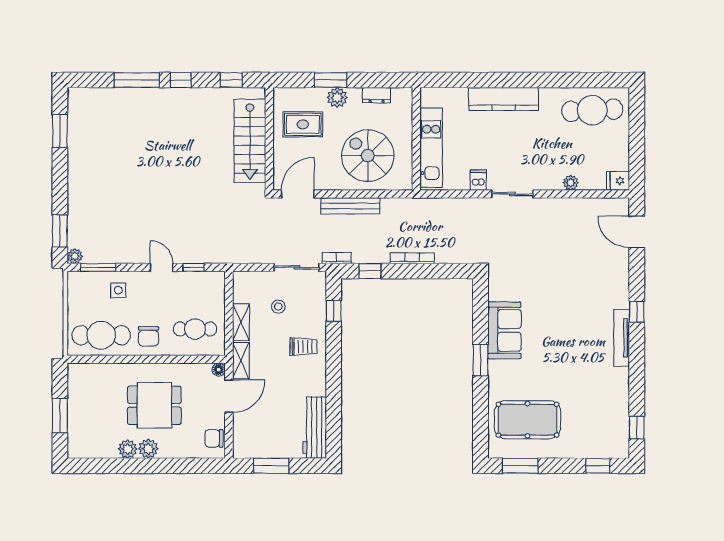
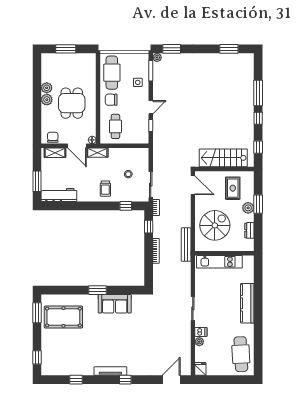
dishwasher: (478, 180) -> (201, 332), moved
bench: (350, 206) -> (186, 245), moved
shelving: (241, 322) -> (55, 153), moved
pool table: (528, 420) -> (63, 317), turned 90
window: (637, 428) -> (76, 380), moved
window: (271, 466) -> (37, 181), moved

